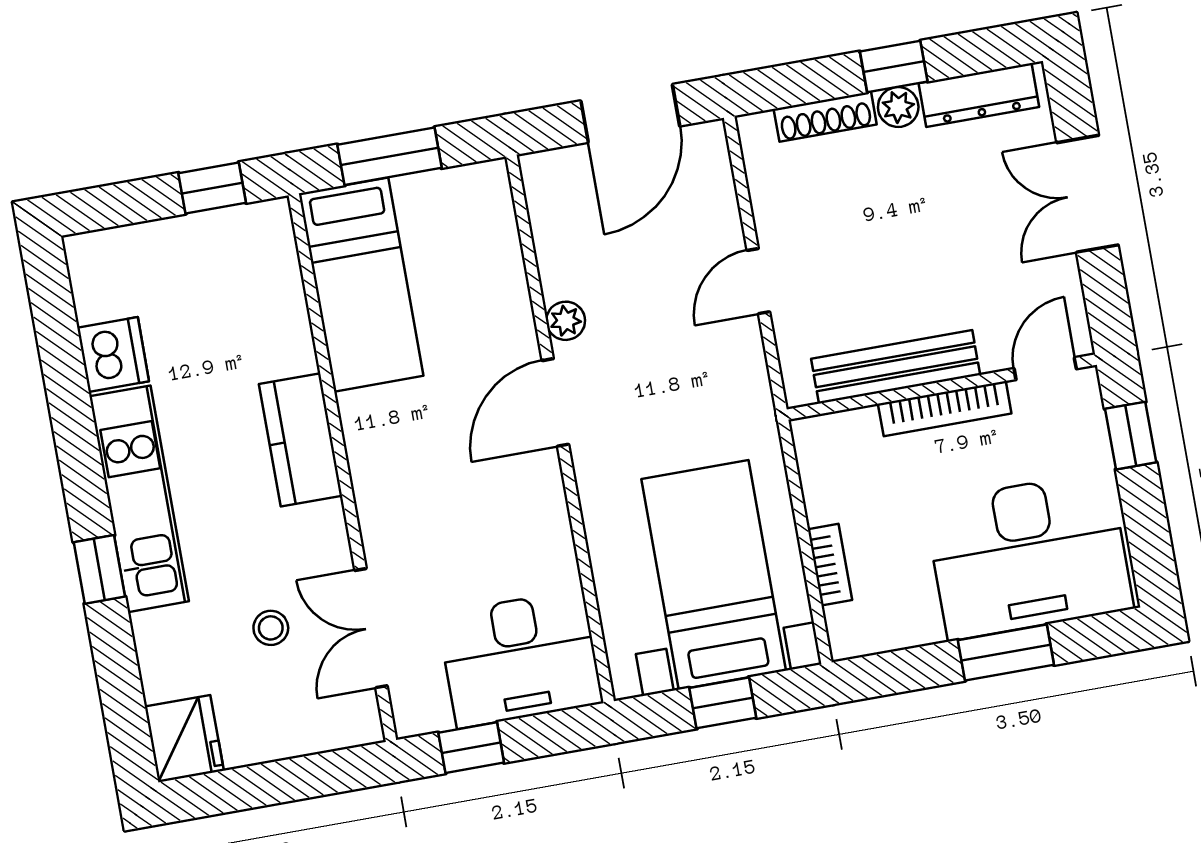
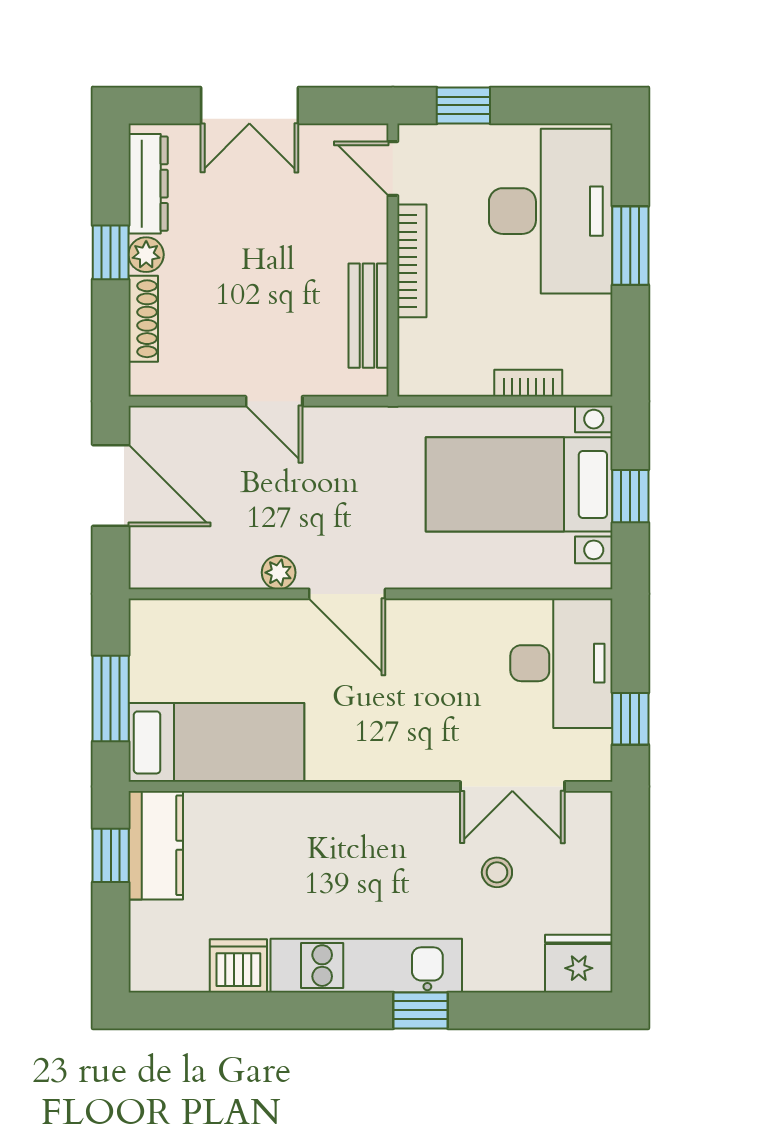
bench: (896, 367) -> (368, 316), width x0.73
kitchen counter: (301, 440) -> (156, 845), moved, turned -90

